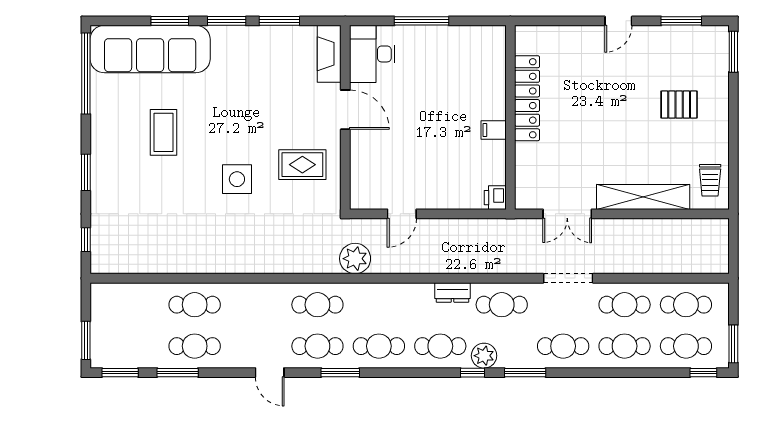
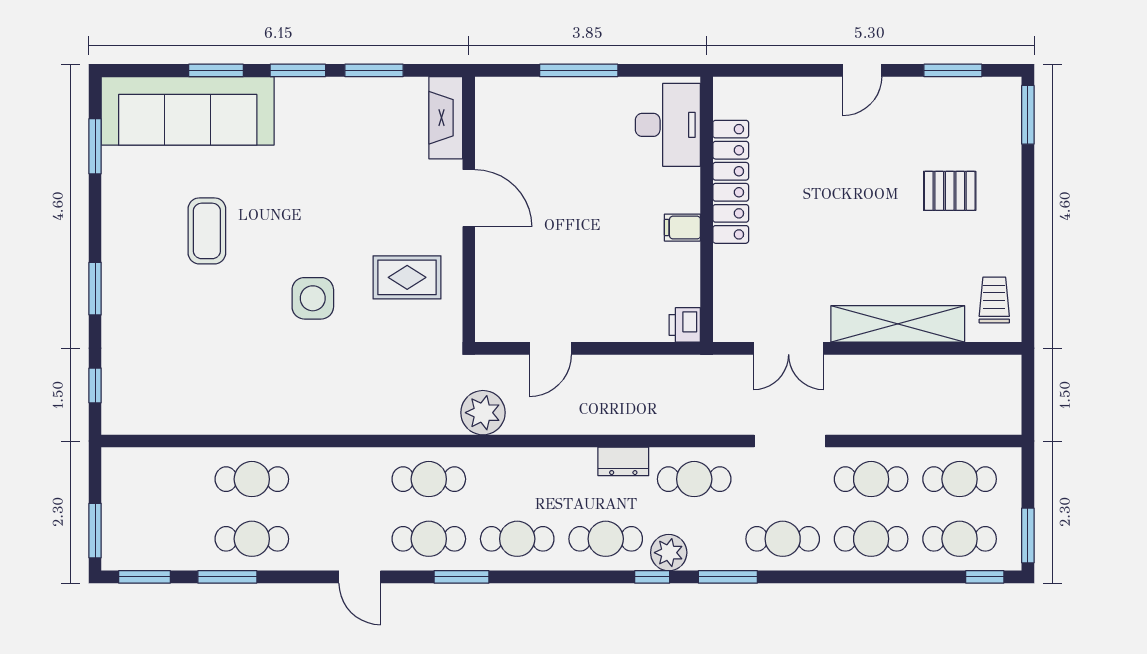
desk: (372, 54) -> (668, 125), moved, turned 180
window: (86, 74) -> (95, 146), width x0.47
trolley: (710, 180) -> (994, 300), turned 180

